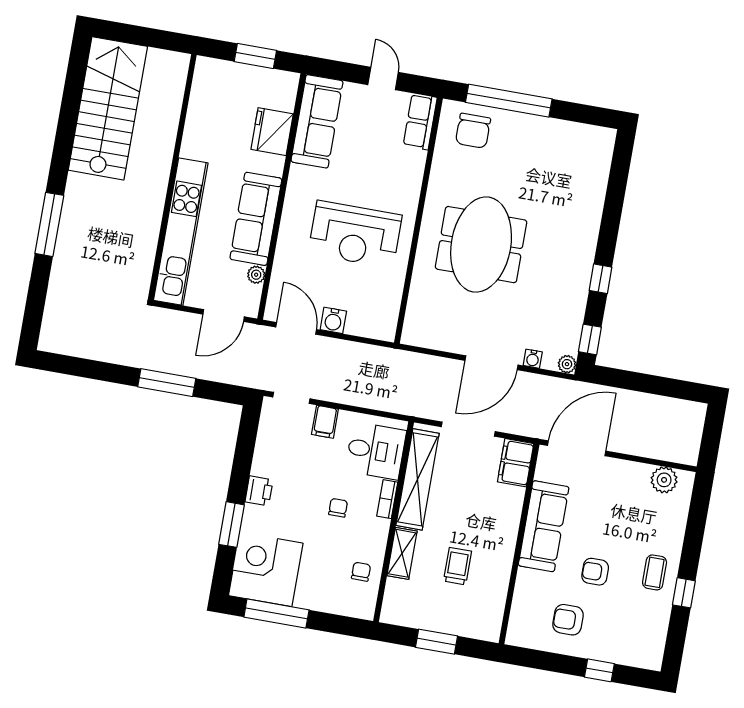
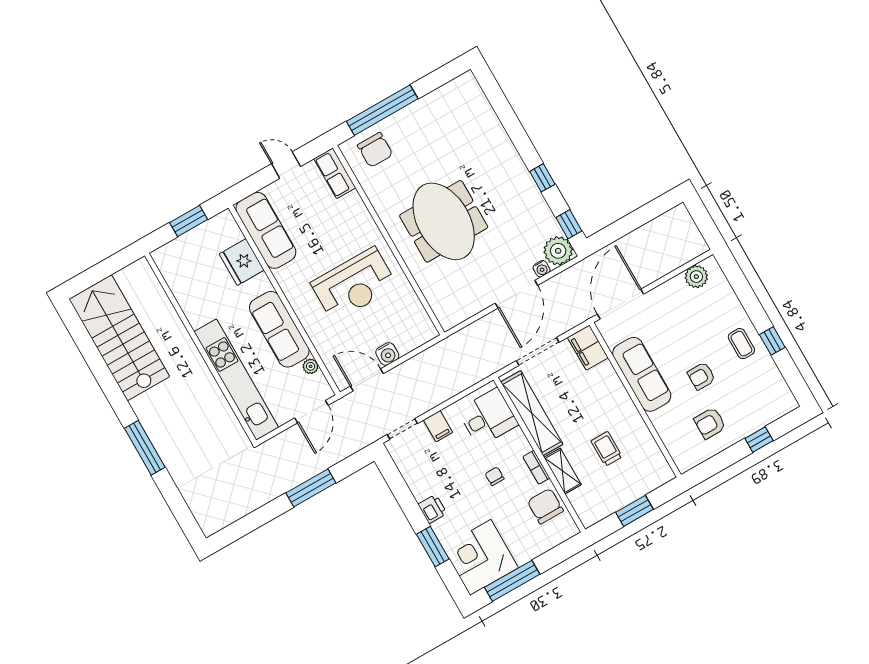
plant: (567, 364) -> (558, 251), width x1.88, depth x1.88
bookcase: (387, 499) -> (536, 467), moved
chair: (361, 572) -> (545, 506), width x1.87, depth x1.87

